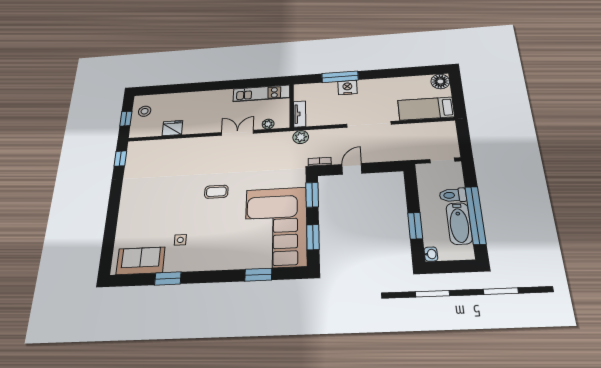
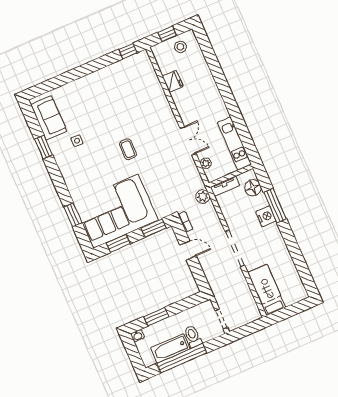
floor lamp: (440, 81) -> (253, 188), moved

